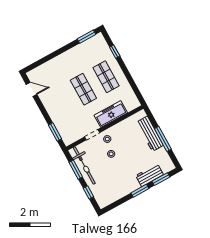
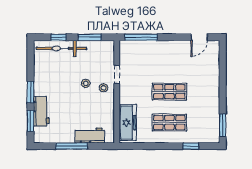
freezer: (111, 114) -> (128, 123), moved
window: (55, 132) -> (141, 37), width x1.44
workbench: (150, 134) -> (90, 136), width x0.73
bicycle: (84, 165) -> (61, 48), moved

